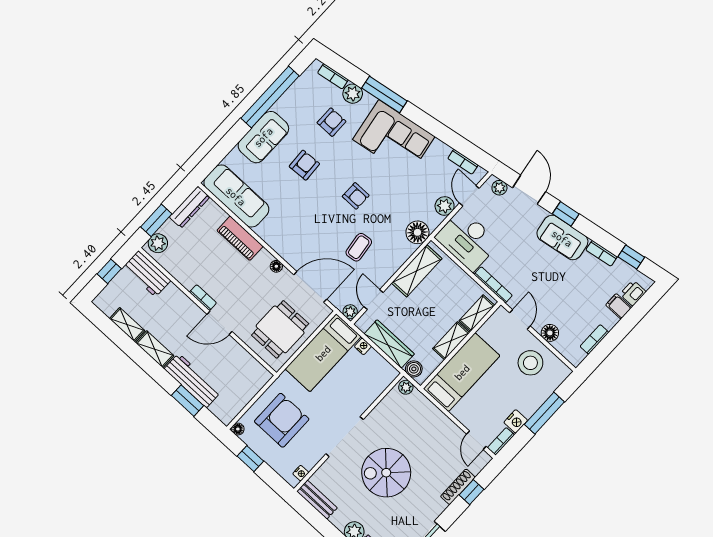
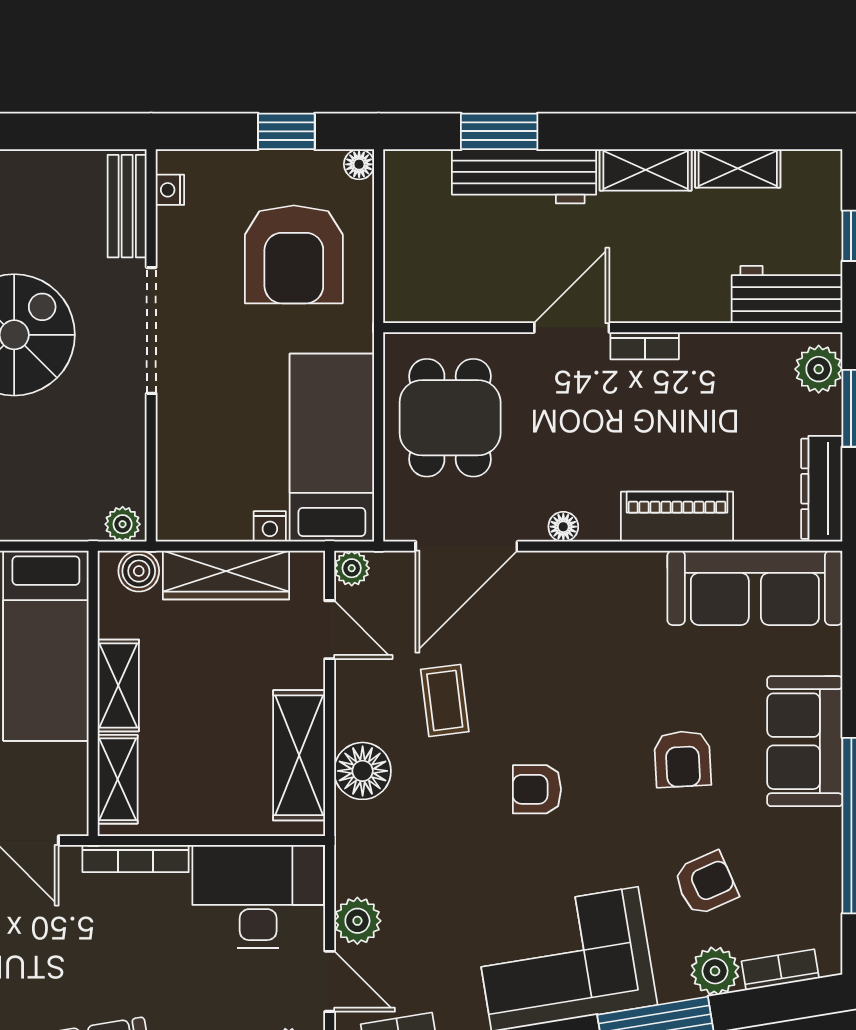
armchair: (331, 122) -> (706, 883), turned -114
floor lamp: (417, 232) -> (363, 771), moved
bench: (317, 500) -> (127, 206), moved, turned 90

